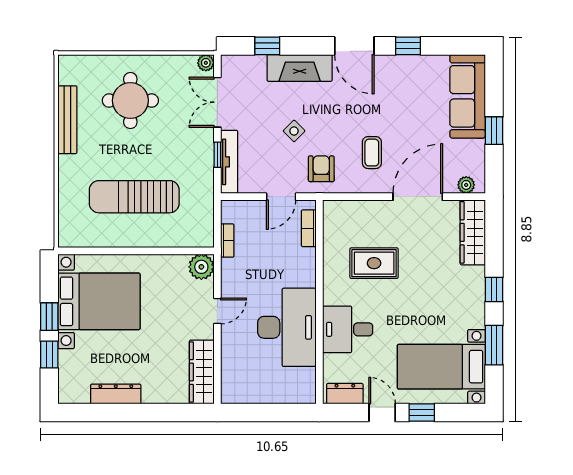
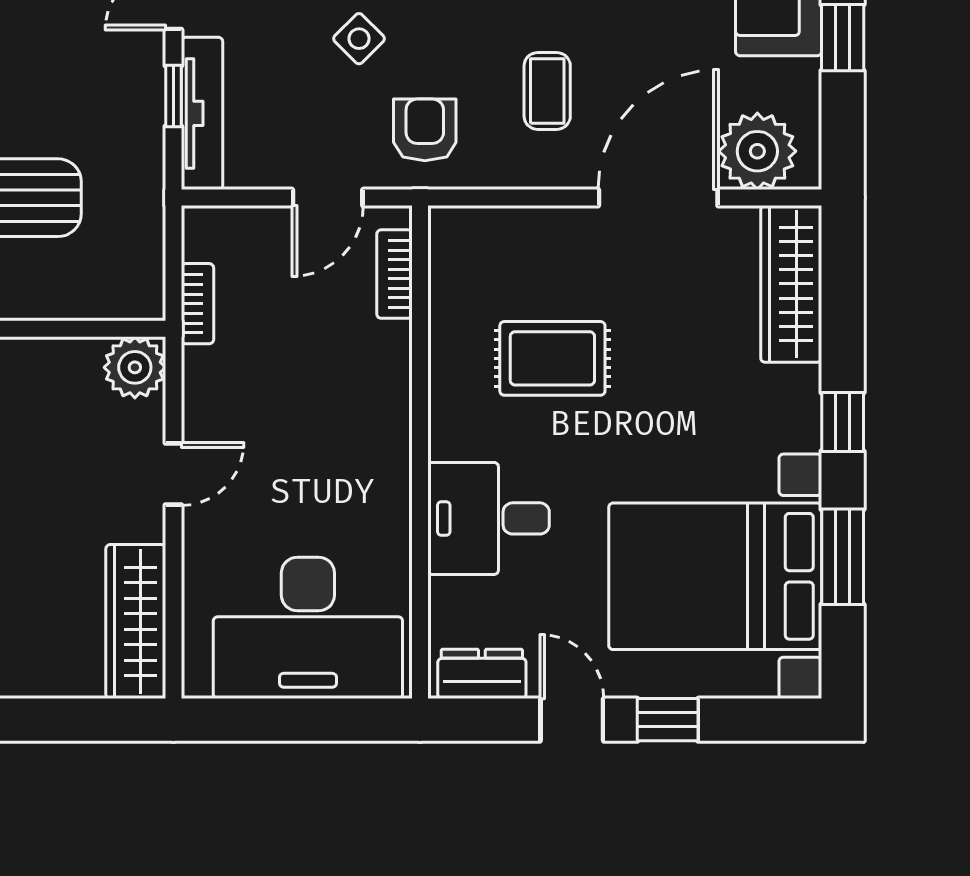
plant: (466, 185) -> (757, 151), width x1.88, depth x1.88
desk: (287, 327) -> (308, 628), moved, turned 90
bed with nightstands: (441, 367) -> (715, 576), width x1.36

